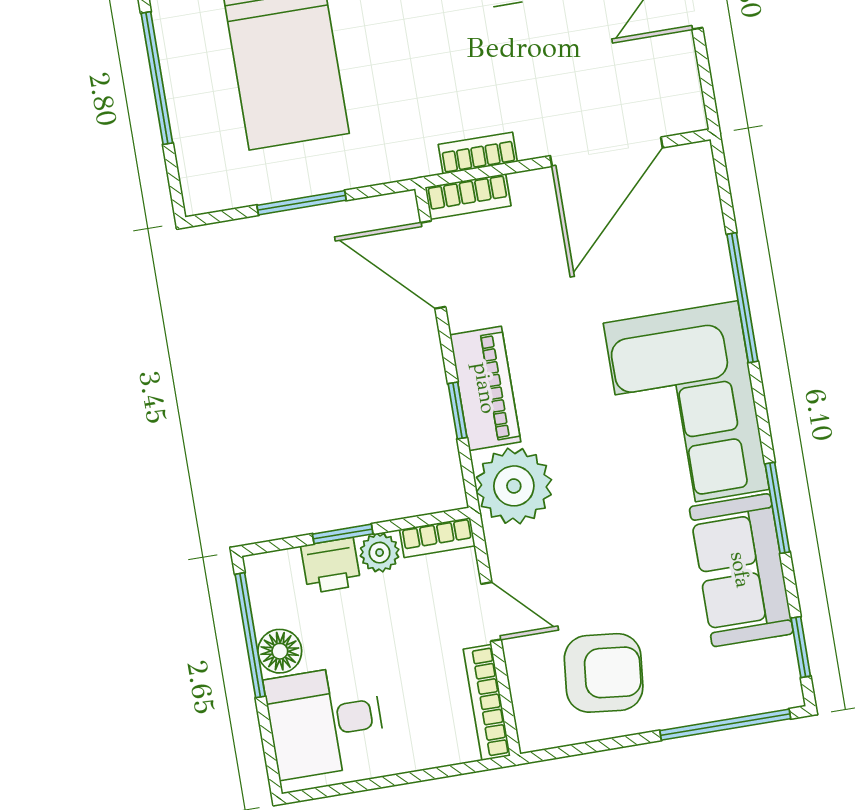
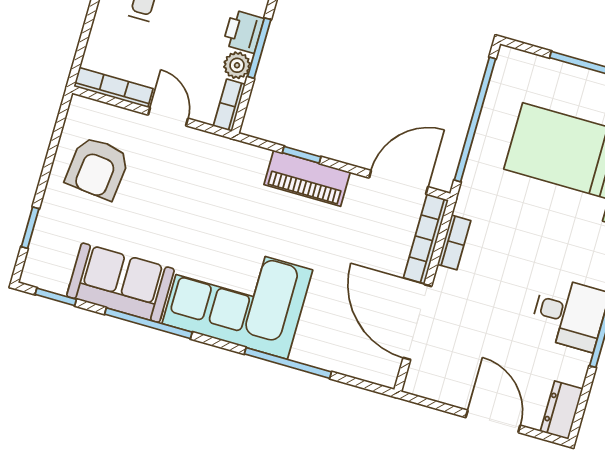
bookcase: (468, 196) -> (426, 239), width x1.56
window: (302, 203) -> (475, 119), width x2.11
plant: (514, 486) -> (239, 167), removed
window: (777, 508) -> (148, 323), width x1.44
window: (343, 534) -> (259, 48), width x1.50
door: (491, 612) -> (168, 117), swing flipped
window: (725, 725) -> (30, 228), width x0.46

